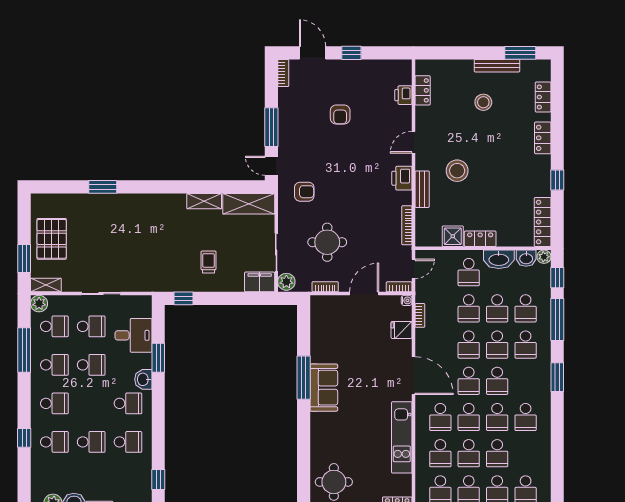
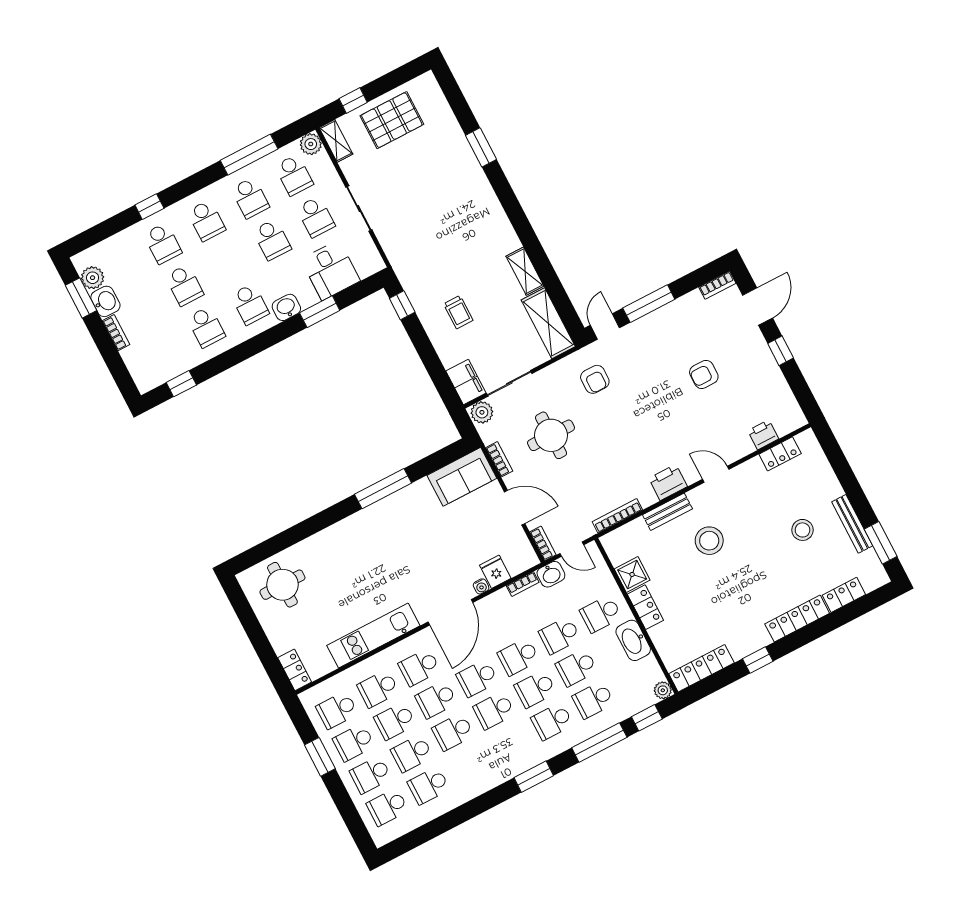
locker: (543, 138) -> (797, 619), width x1.53
washbasin: (526, 258) -> (551, 574), moved, turned -90
window: (24, 259) -> (353, 101), width x0.67
trolley: (209, 262) -> (458, 312), turned 90
water cooler: (407, 300) -> (481, 586), moved
sofa: (324, 388) -> (462, 477), moved
school desk: (526, 417) -> (429, 786), moved

